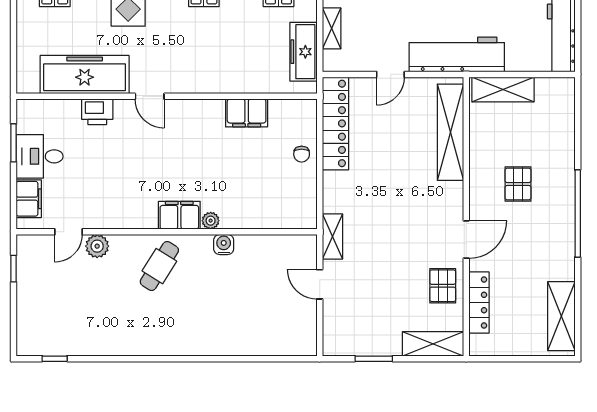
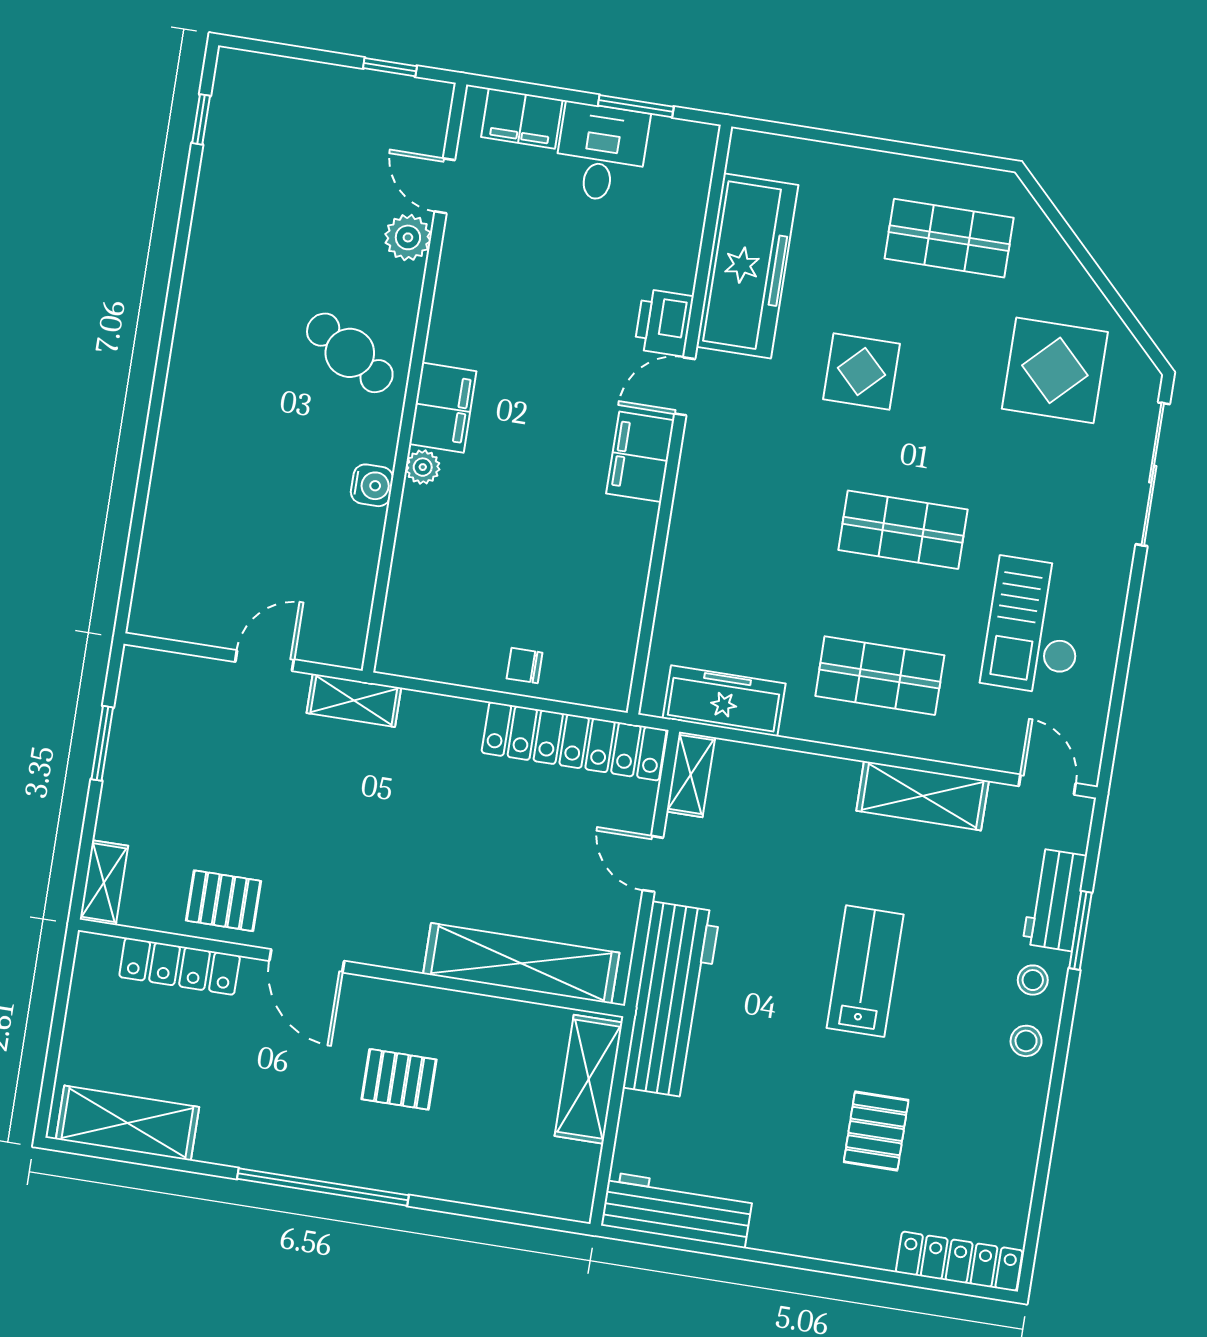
shelving: (332, 28) -> (691, 774), moved, turned 90
printer: (97, 112) -> (664, 323), moved
filing cabinet: (247, 113) -> (640, 457), moved
shelving: (433, 344) -> (104, 883), width x0.67, depth x0.75

